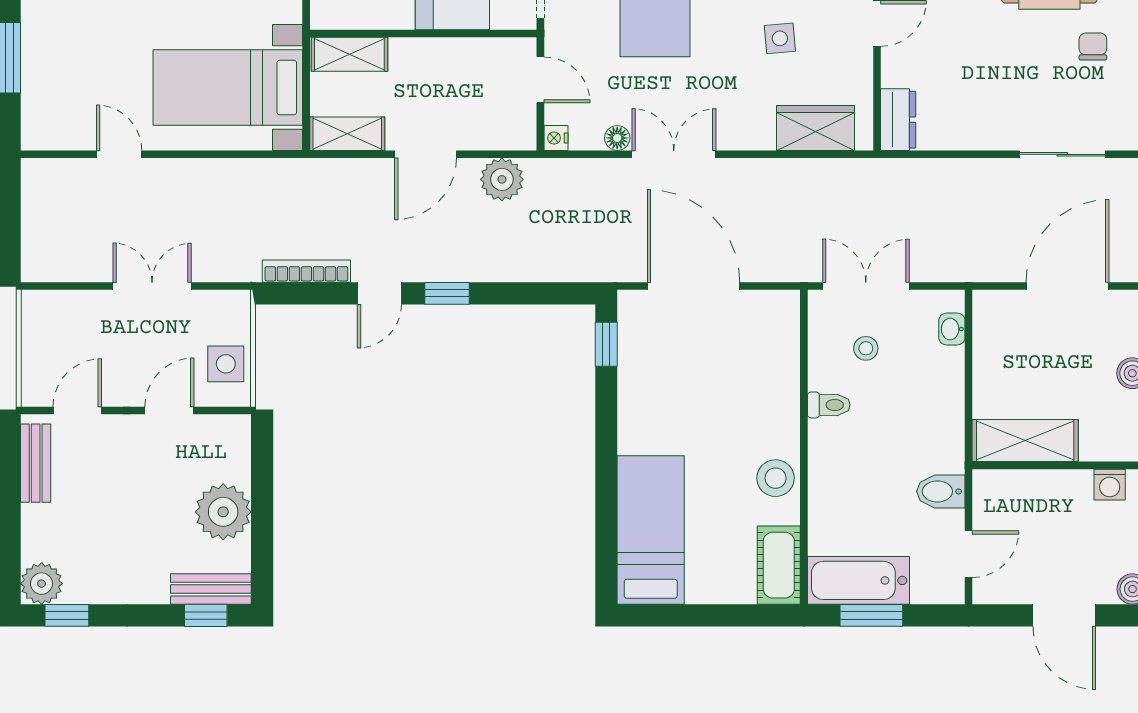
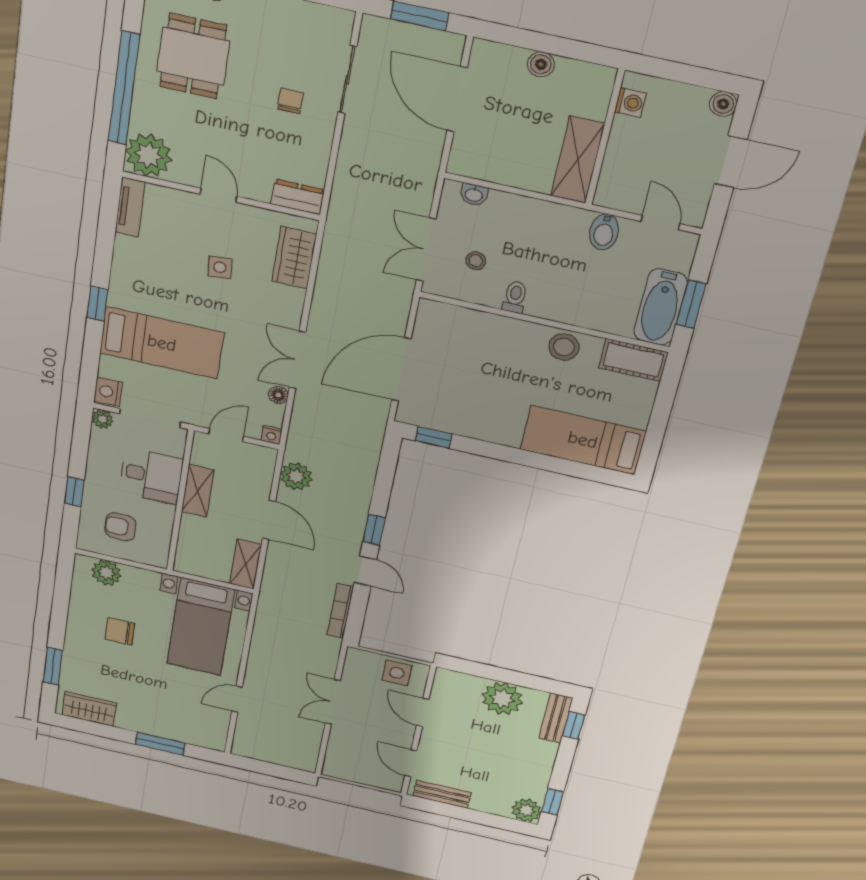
chair: (1093, 46) -> (290, 101), moved, turned 90
shelving: (349, 54) -> (198, 491), moved

